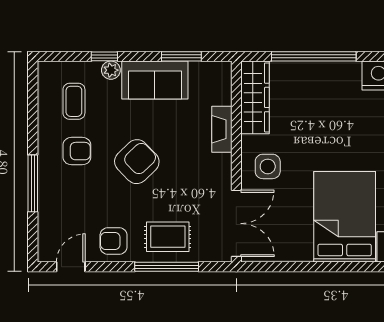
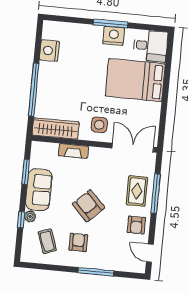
coffee table: (74, 101) -> (47, 241), turned 70

